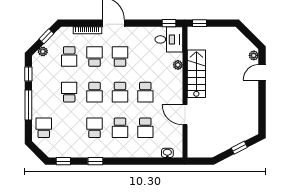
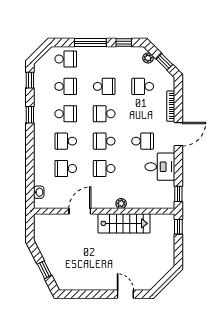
desk: (169, 39) -> (160, 167), moved, turned -90
plant: (254, 55) -> (144, 285), removed
school desk: (95, 56) -> (66, 86), moved
plant: (178, 65) -> (121, 203), moved

